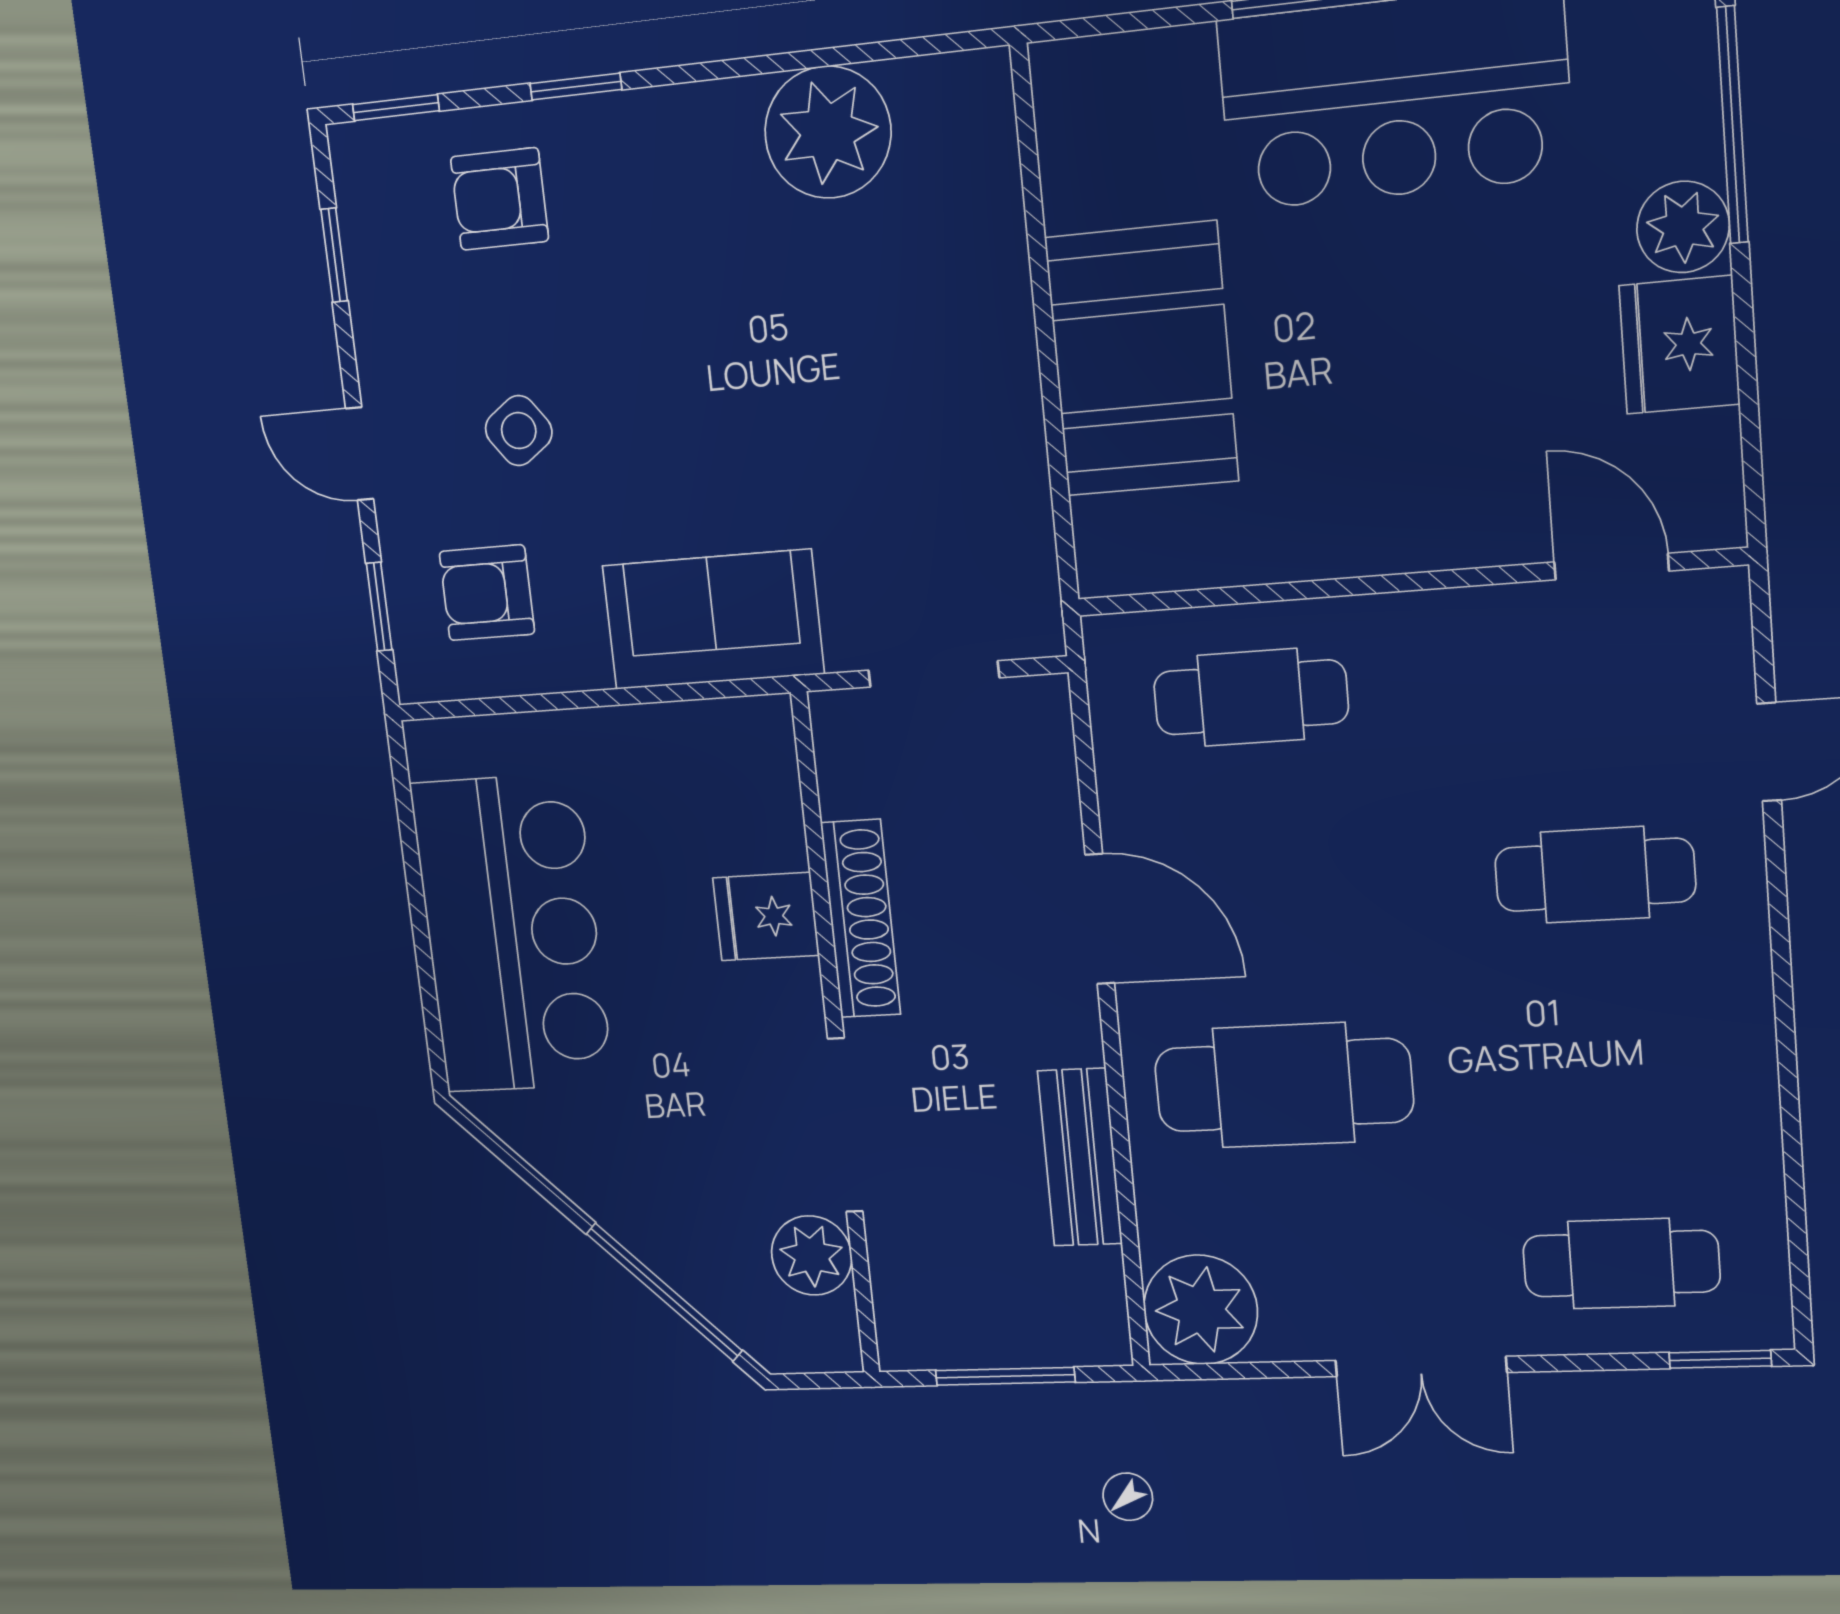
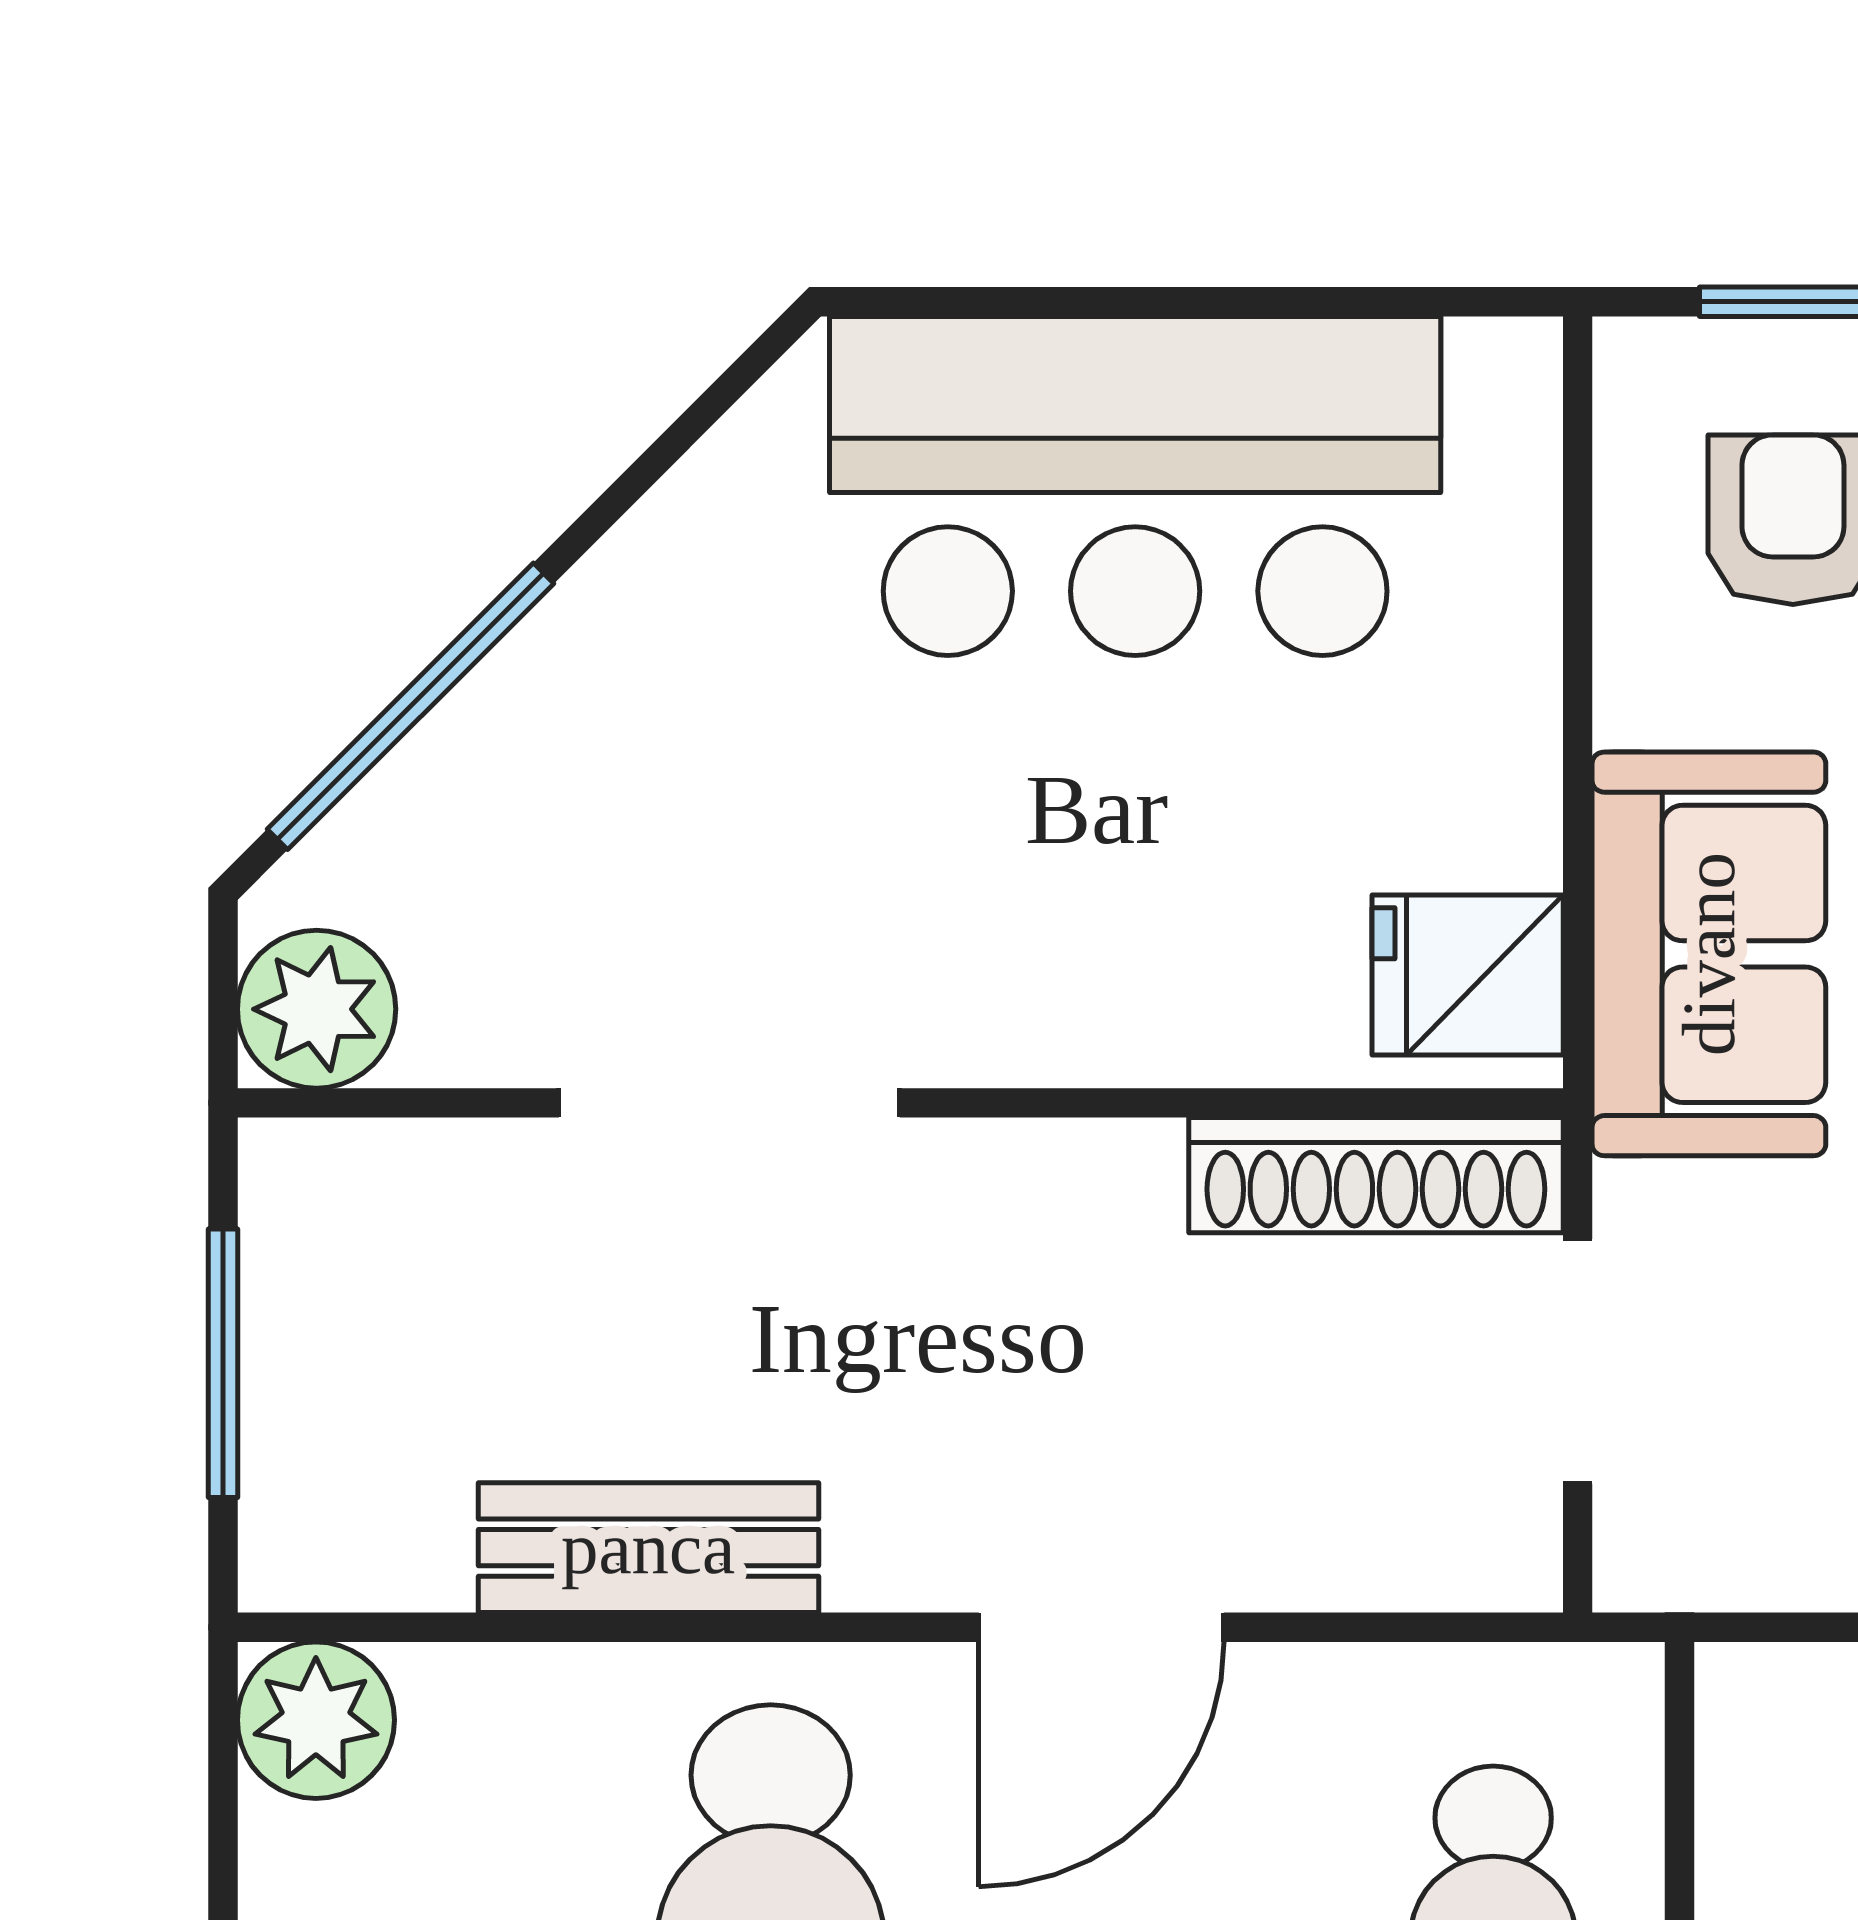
fridge: (766, 917) -> (1468, 975), moved, turned -90
shoe rack: (861, 919) -> (1376, 1175), moved
plant: (812, 1255) -> (317, 1009), moved
plant: (1201, 1310) -> (316, 1720), width x0.73, depth x0.73

